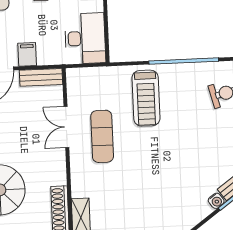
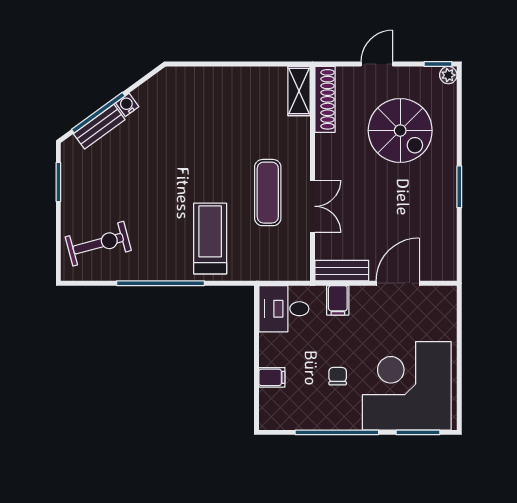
desk: (85, 38) -> (284, 309), width x0.73
filing cabinet: (27, 54) -> (338, 300), moved

